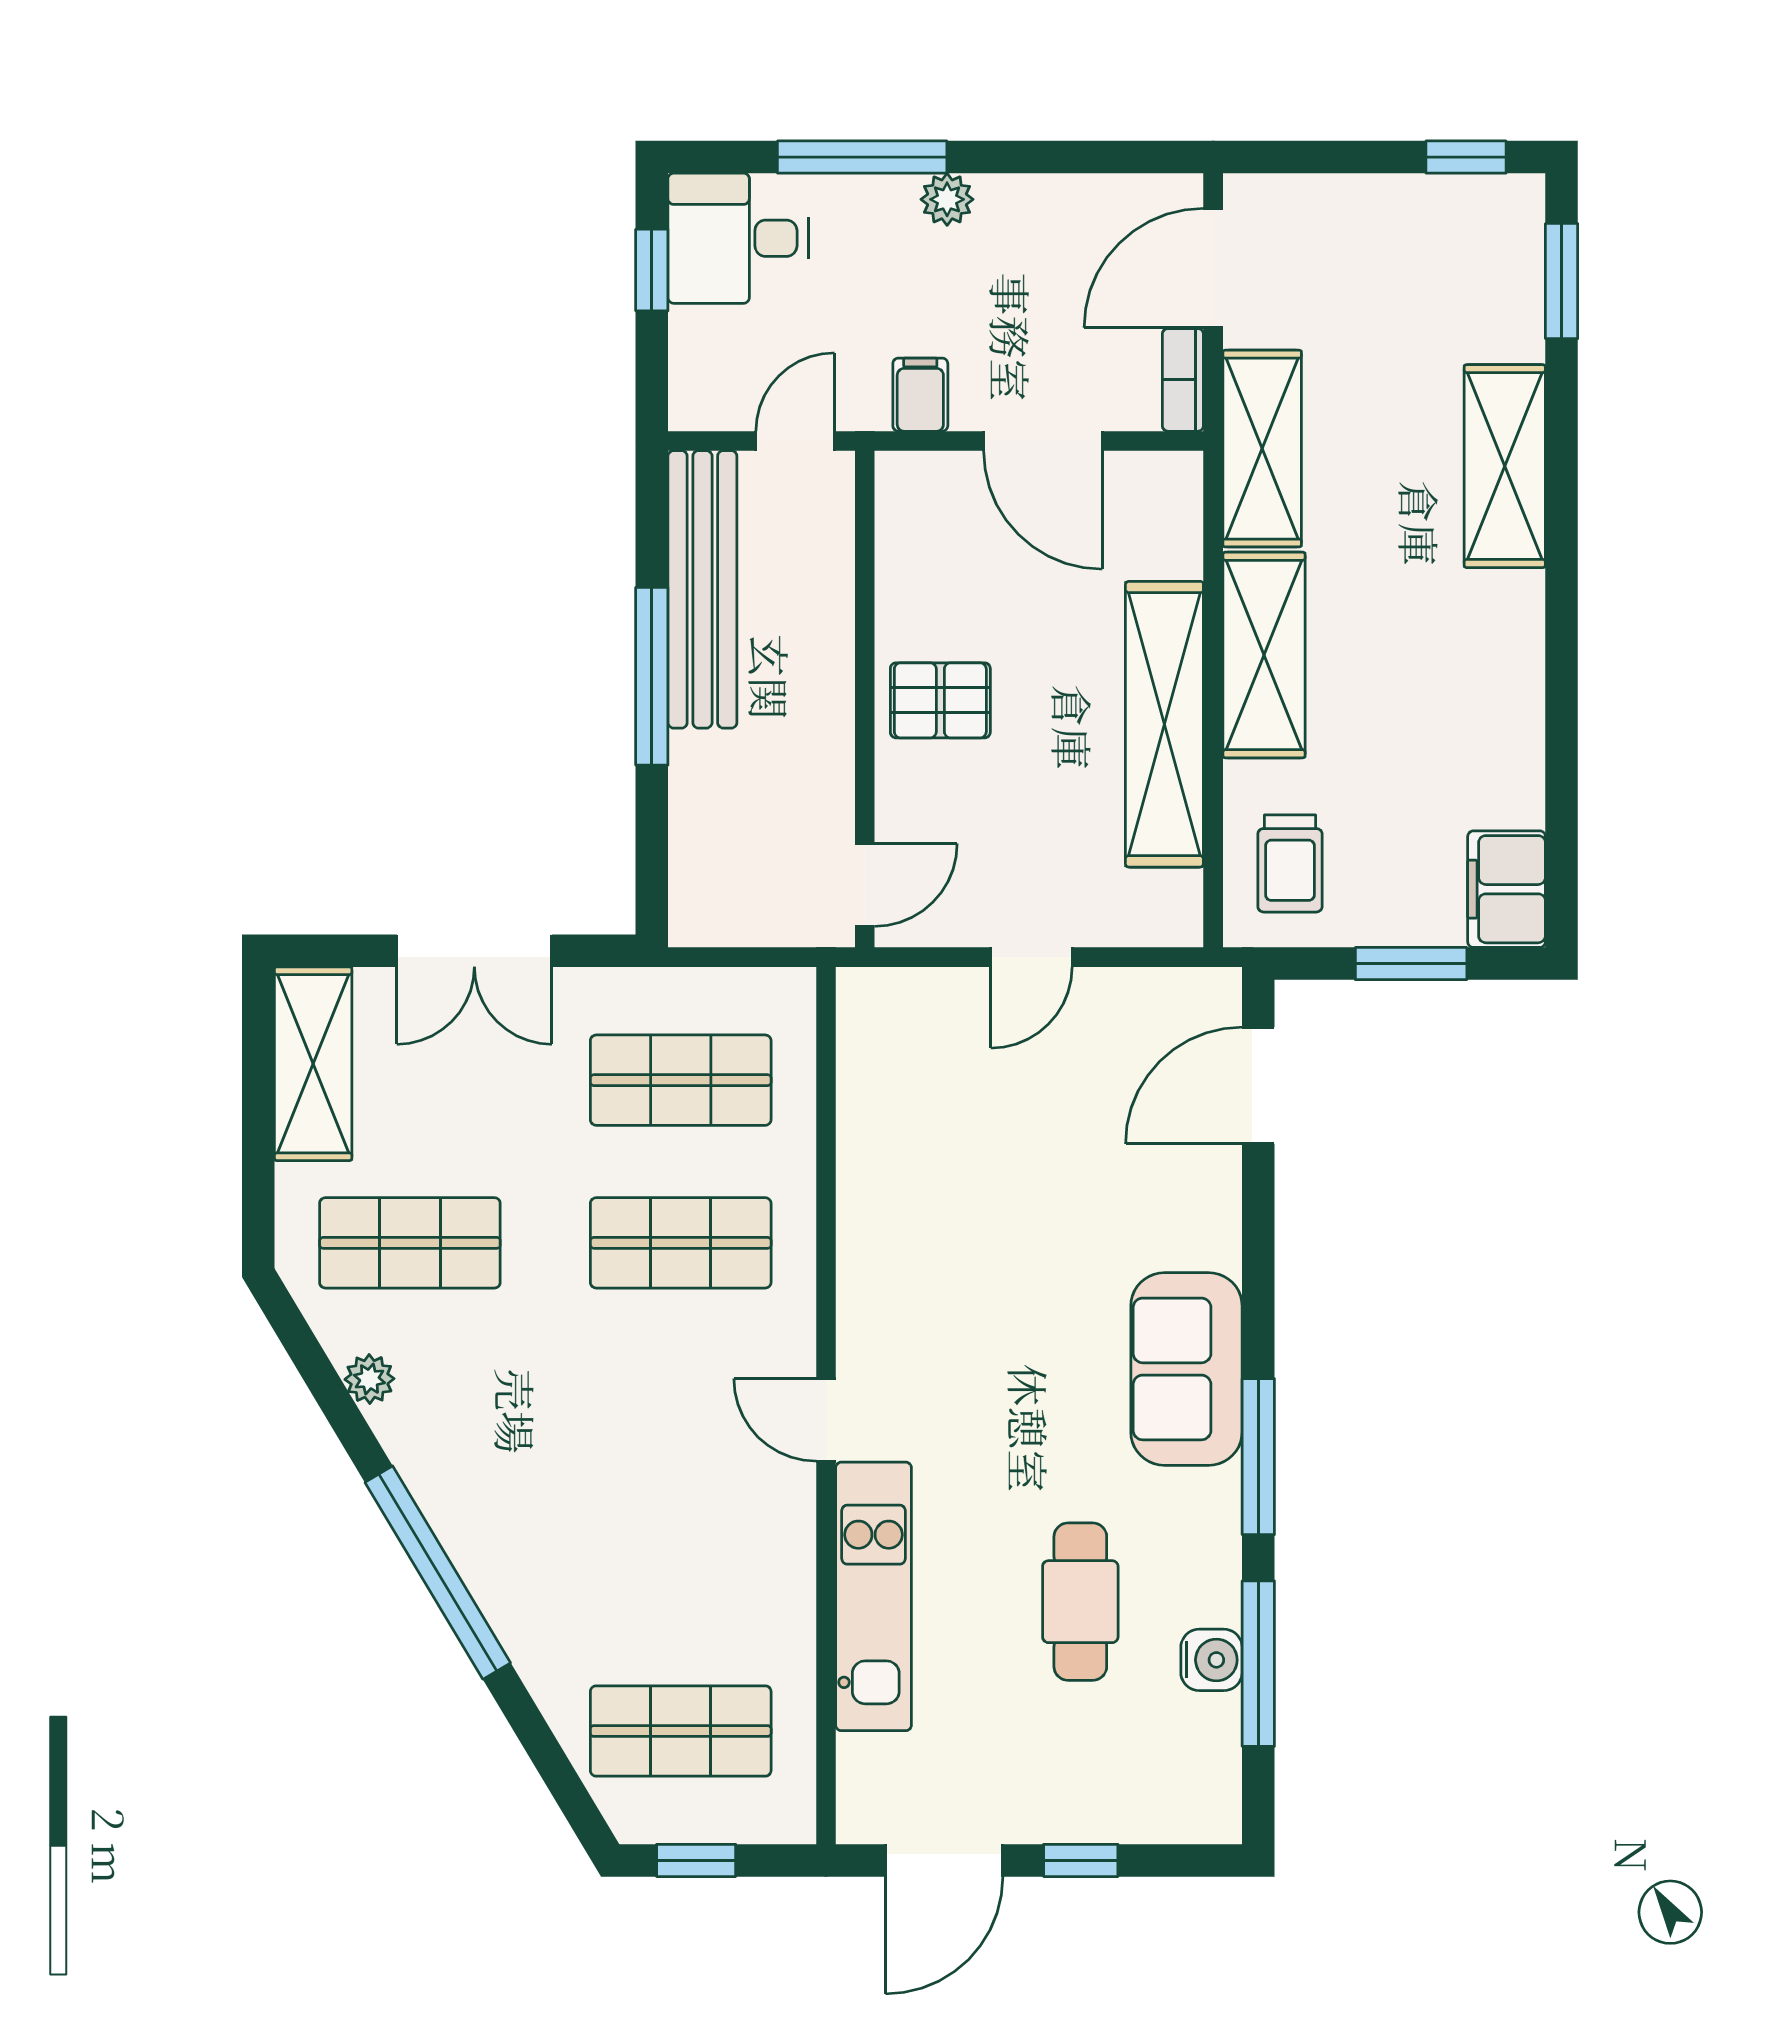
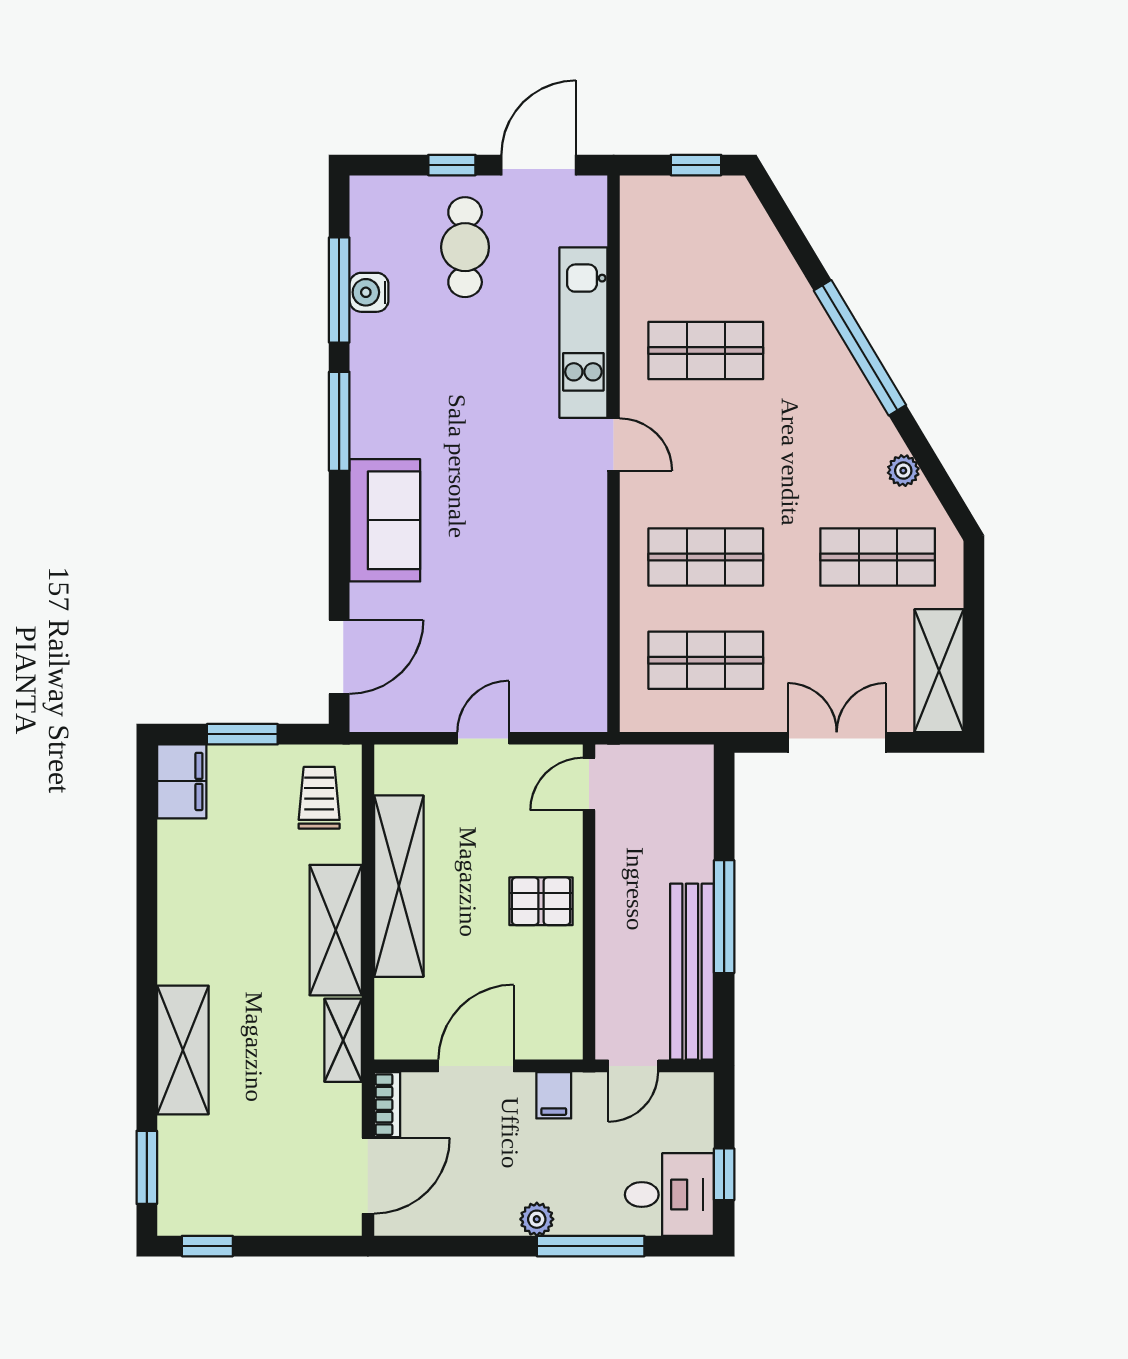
door: (1043, 441) -> (476, 1066), hinge flipped
shelving: (1262, 449) -> (343, 1040), width x0.67, depth x0.75
sofa: (1186, 1369) -> (385, 520), moved
cafe table: (1080, 1602) -> (465, 247), moved
shop shelf: (681, 1731) -> (706, 350), moved

